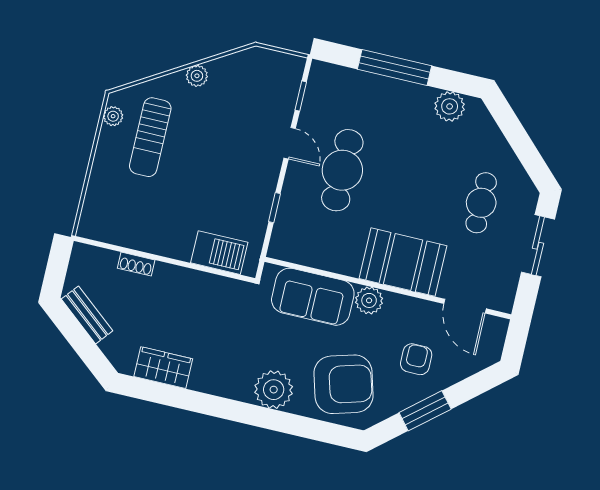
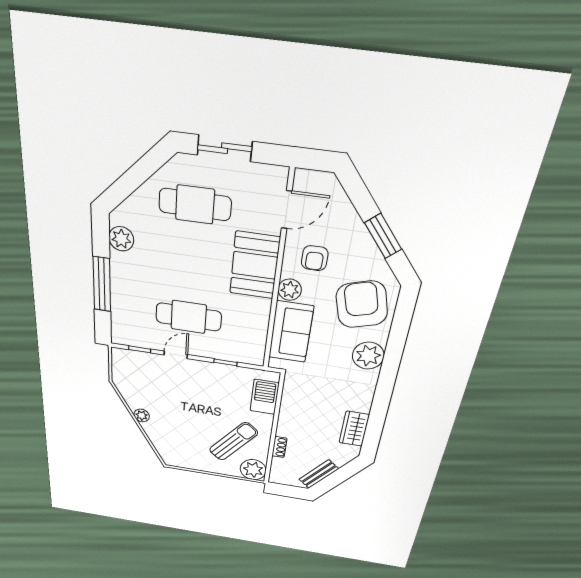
plant: (113, 116) -> (253, 470), moved, width x1.87, depth x1.87
sun lounger: (150, 137) -> (233, 441), moved, turned -51
cafe table: (481, 203) -> (195, 205), width x1.37, depth x1.35
armchair: (416, 359) -> (315, 258), moved, turned -90

